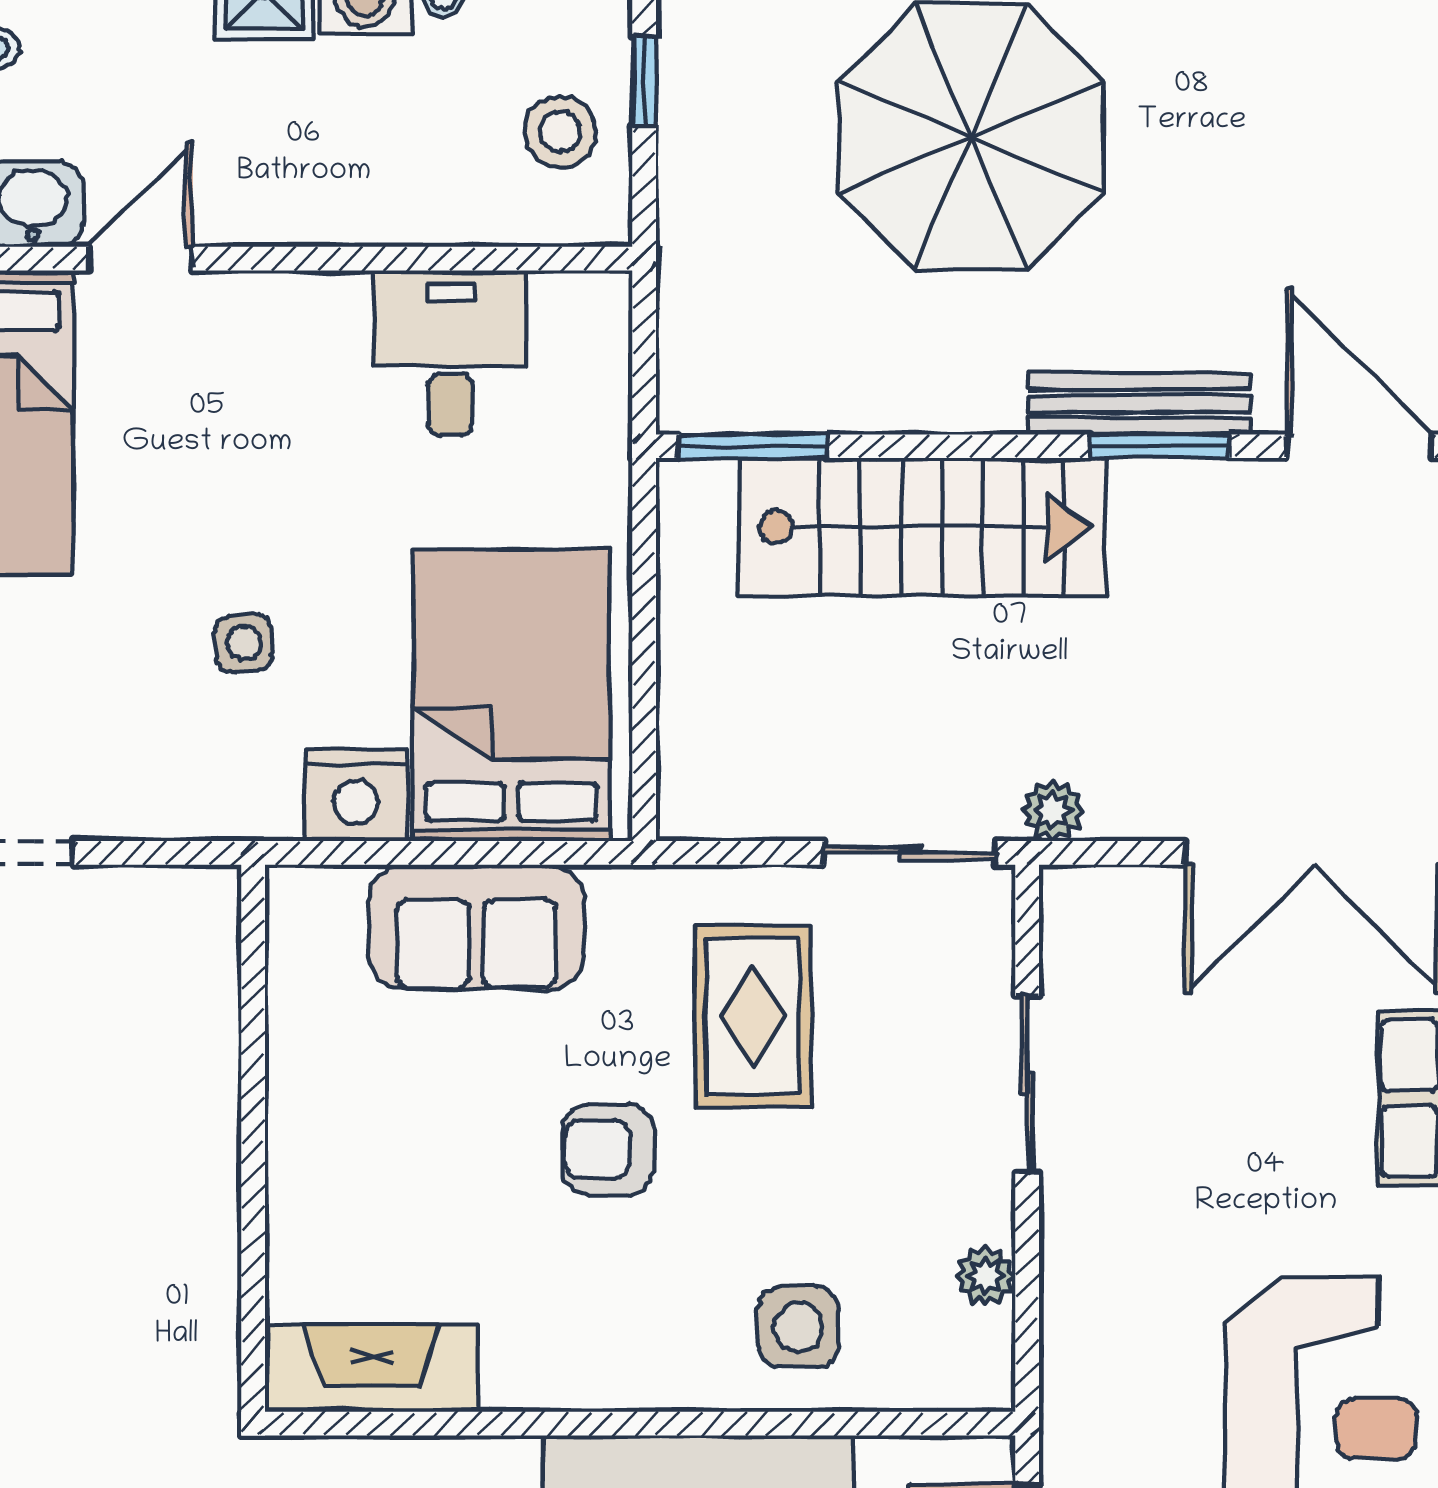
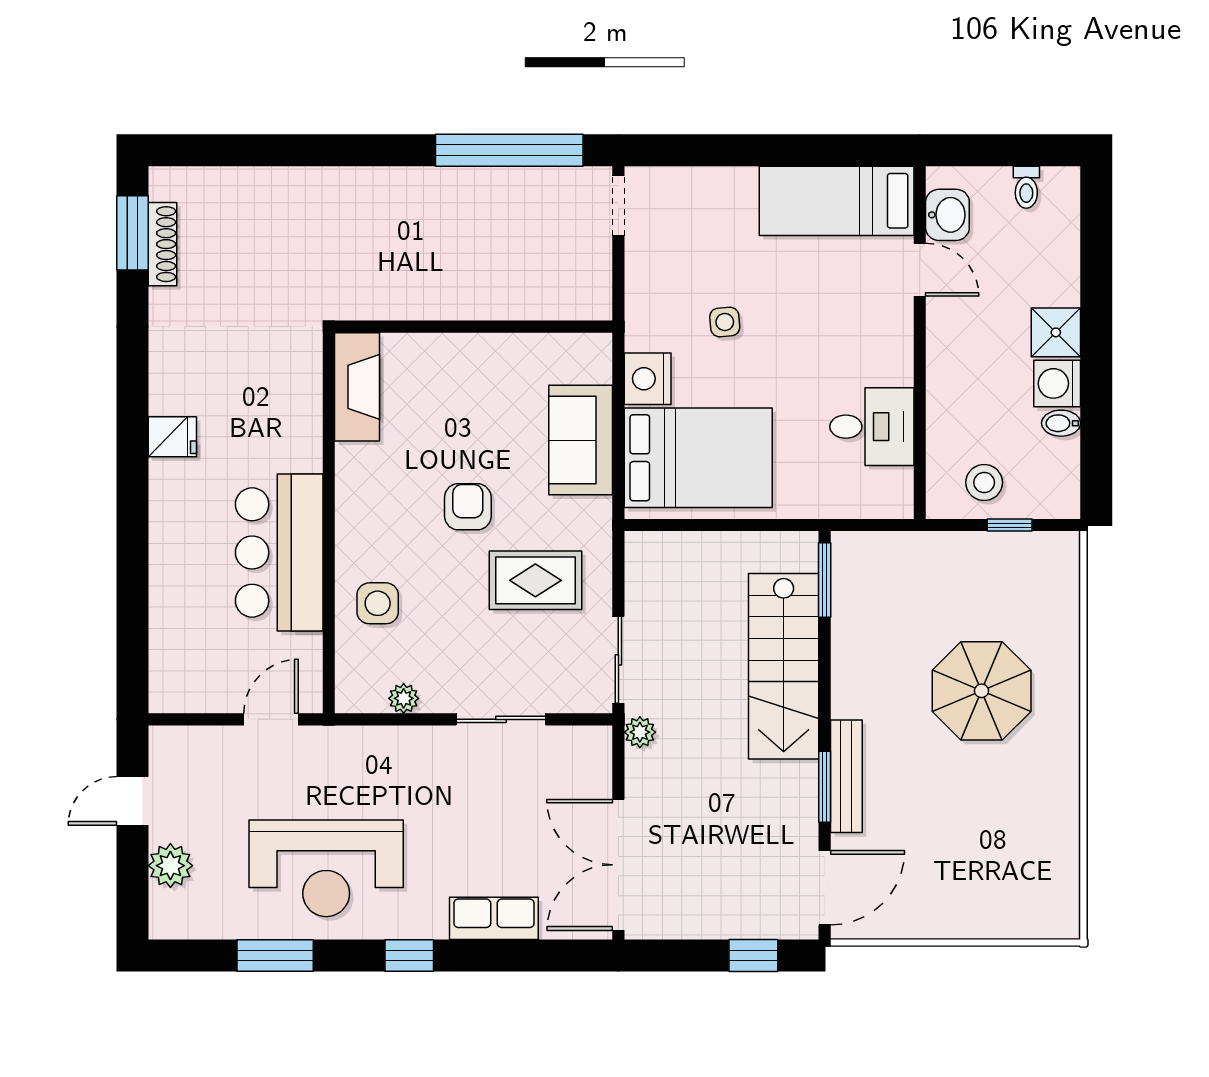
parasol: (971, 137) -> (982, 691), width x0.73, depth x0.73

